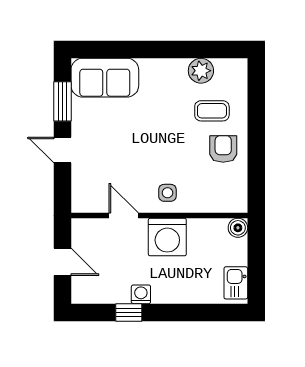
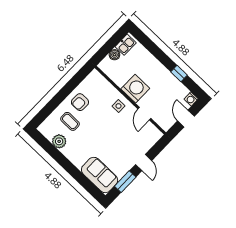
boiler: (238, 228) -> (114, 55), moved
washing machine: (141, 294) -> (191, 99), moved

